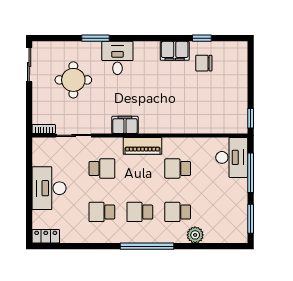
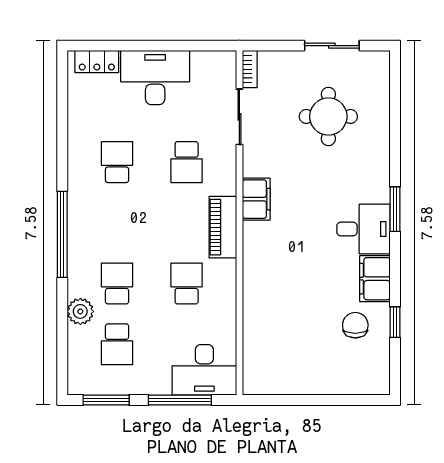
window: (95, 38) -> (395, 209), moved
desk: (117, 58) -> (364, 229), moved
sliding door: (29, 65) -> (332, 46), moved
window: (251, 118) -> (267, 400), removed
school desk: (140, 212) -> (117, 344), moved, turned 180
locker: (46, 236) -> (97, 61), moved, turned 90

